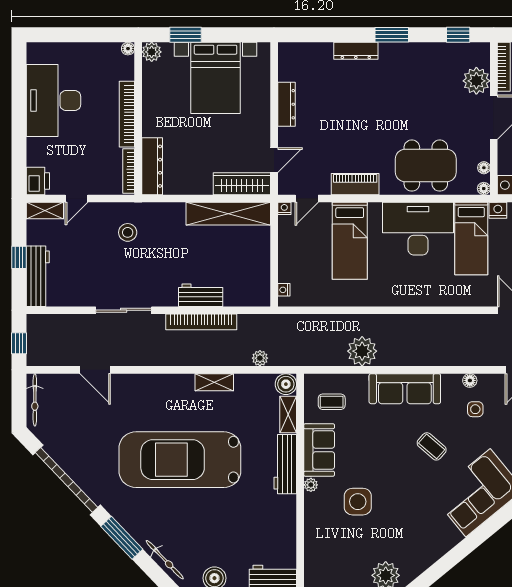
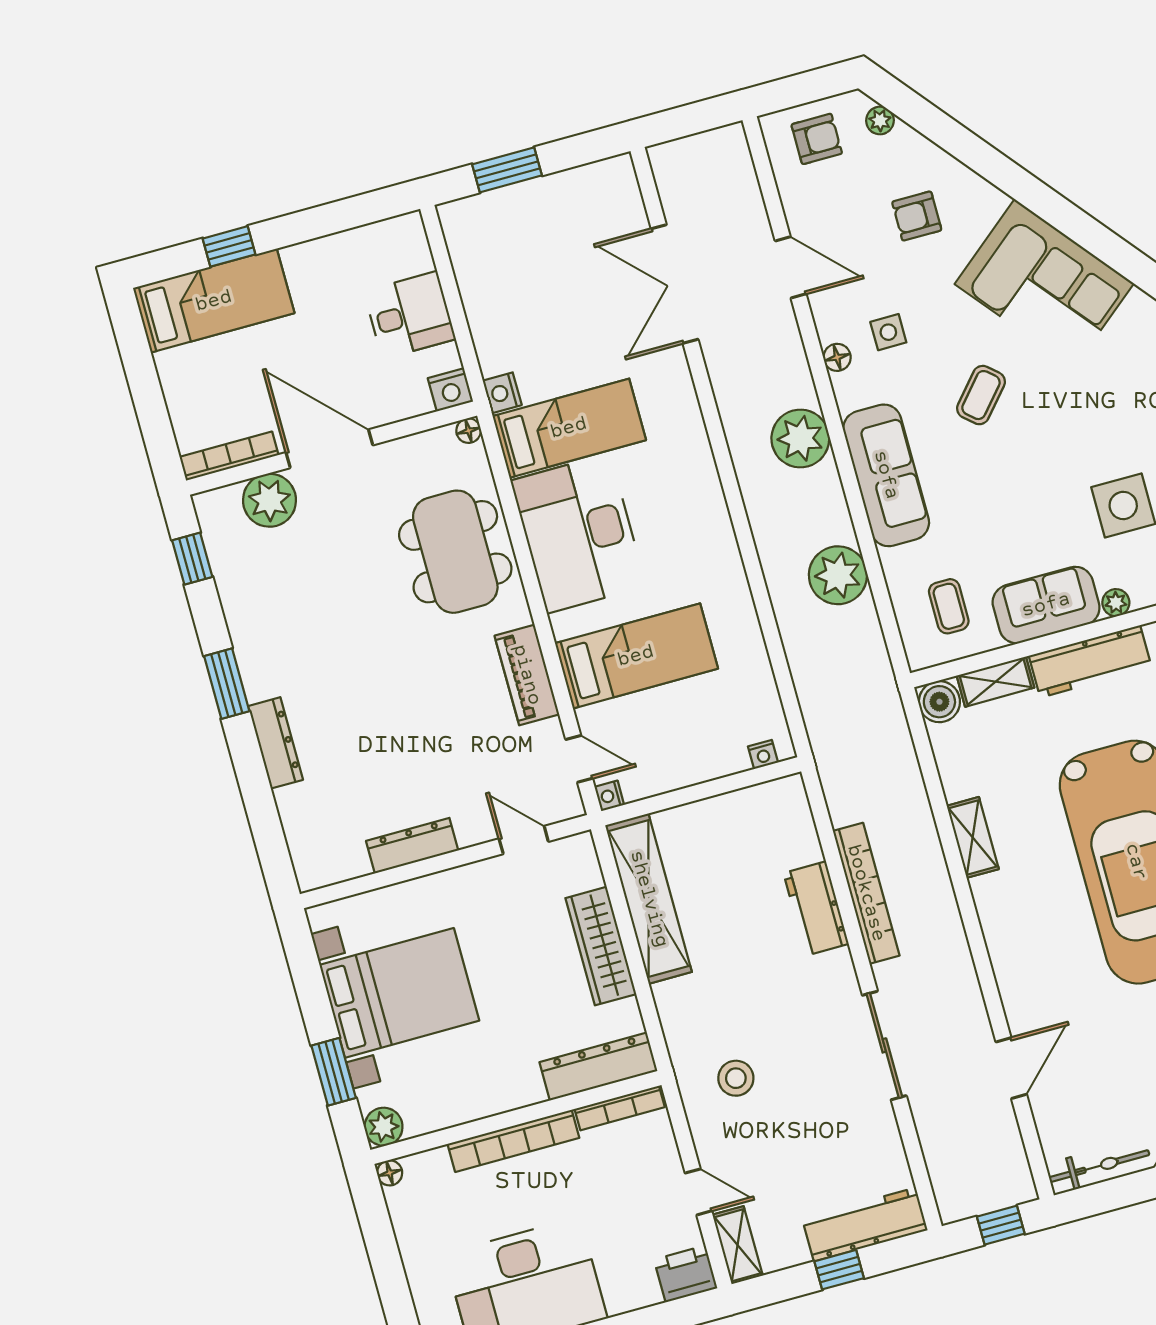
floor lamp: (484, 168) -> (429, 441), removed
wardrobe: (242, 184) -> (601, 946), moved
plant: (260, 358) -> (800, 439), moved, width x1.87, depth x1.87

